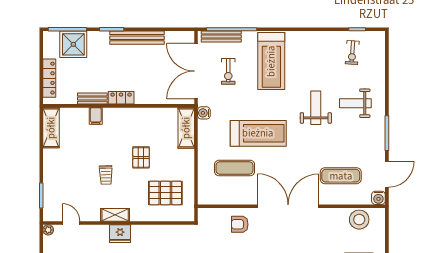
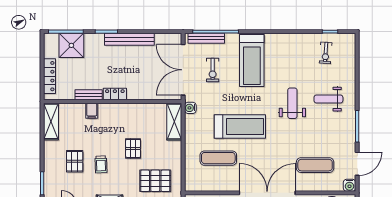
pallet: (77, 171) -> (75, 161), added

